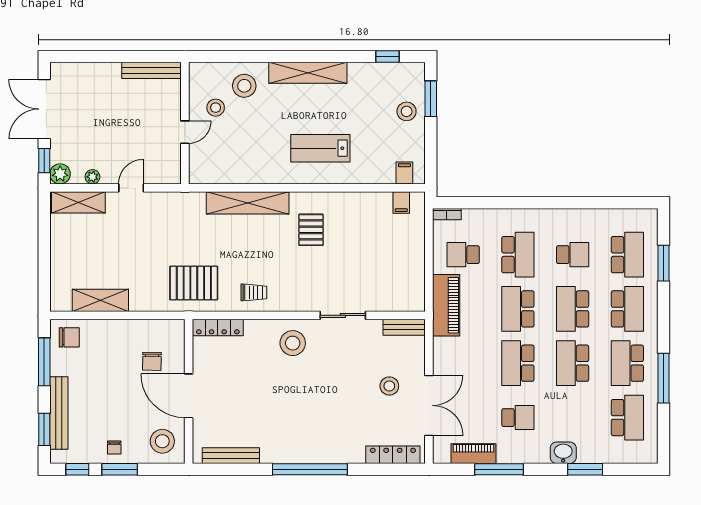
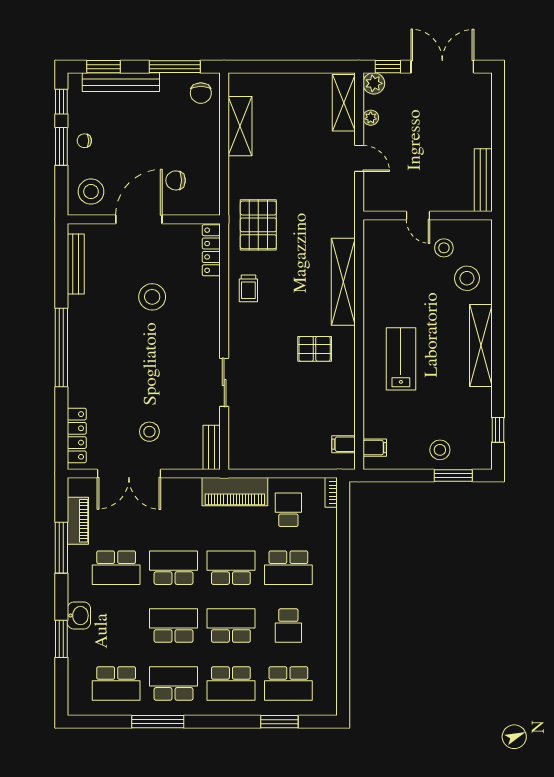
stool: (293, 343) -> (152, 297), moved
school desk: (518, 418) -> (116, 568), width x1.85

